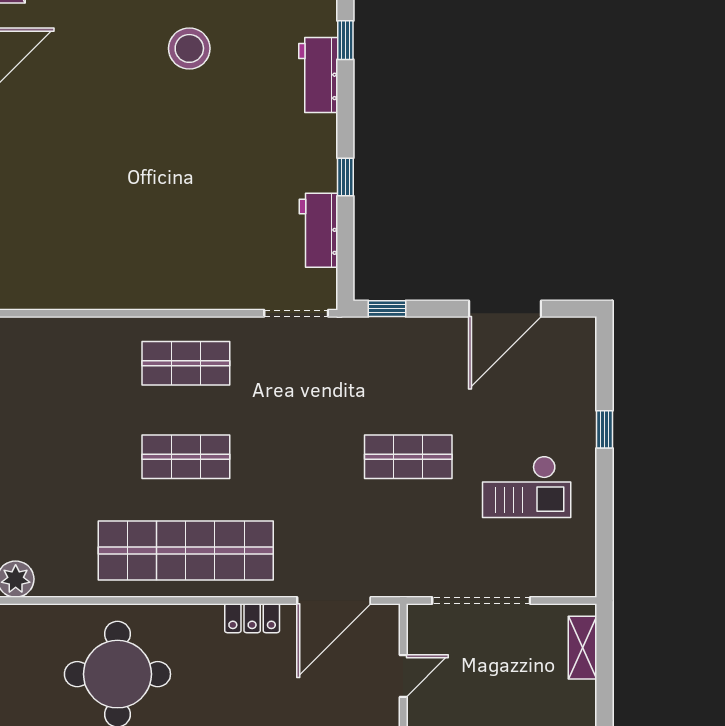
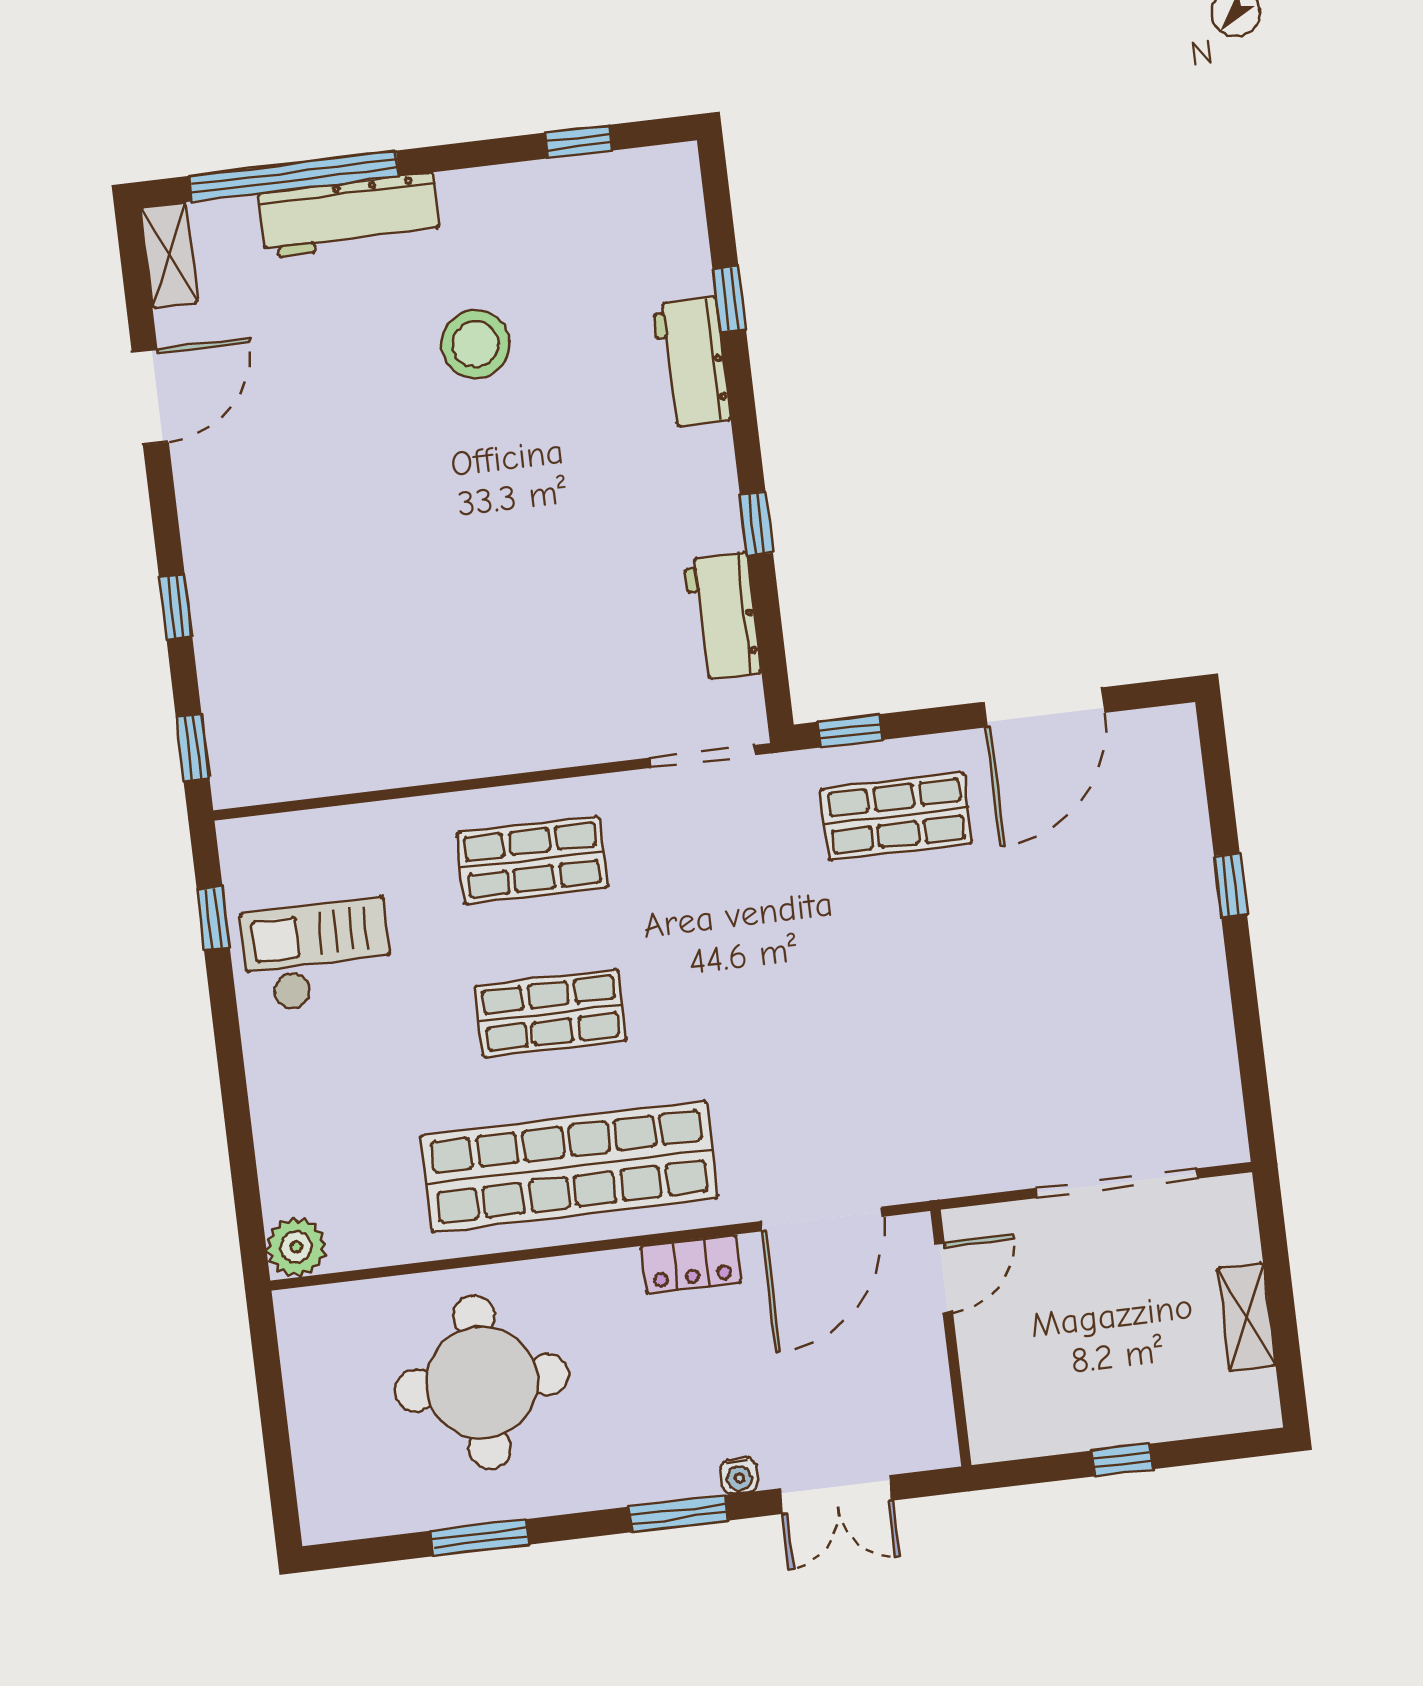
shop shelf: (408, 457) -> (896, 816), moved
checkout: (527, 487) -> (317, 955), moved, turned 180
doorway: (481, 600) -> (1117, 1183), moved
shelving: (583, 648) -> (1246, 1317), moved
door: (403, 676) -> (944, 1278), moved

